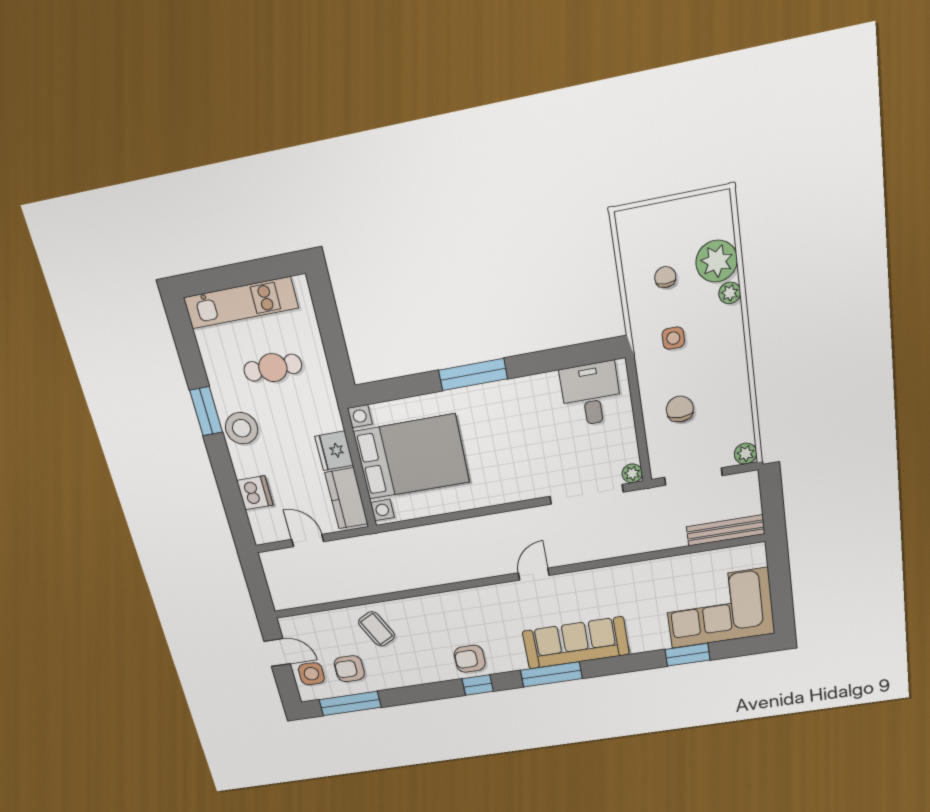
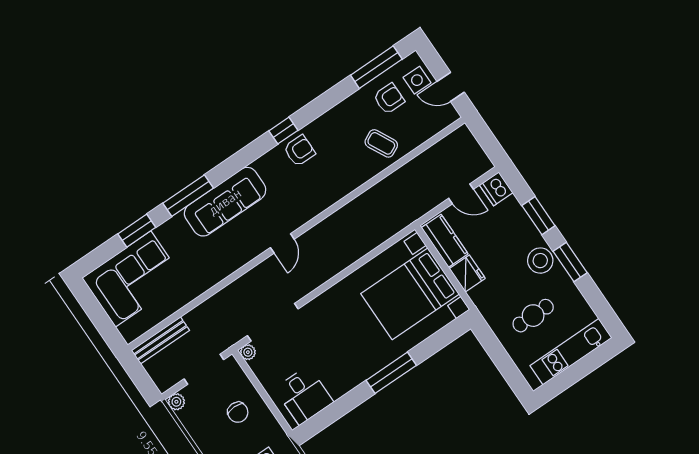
window: (226, 479) -> (538, 216), added
dishwasher: (255, 493) -> (496, 189), moved
window: (551, 674) -> (188, 196), moved

